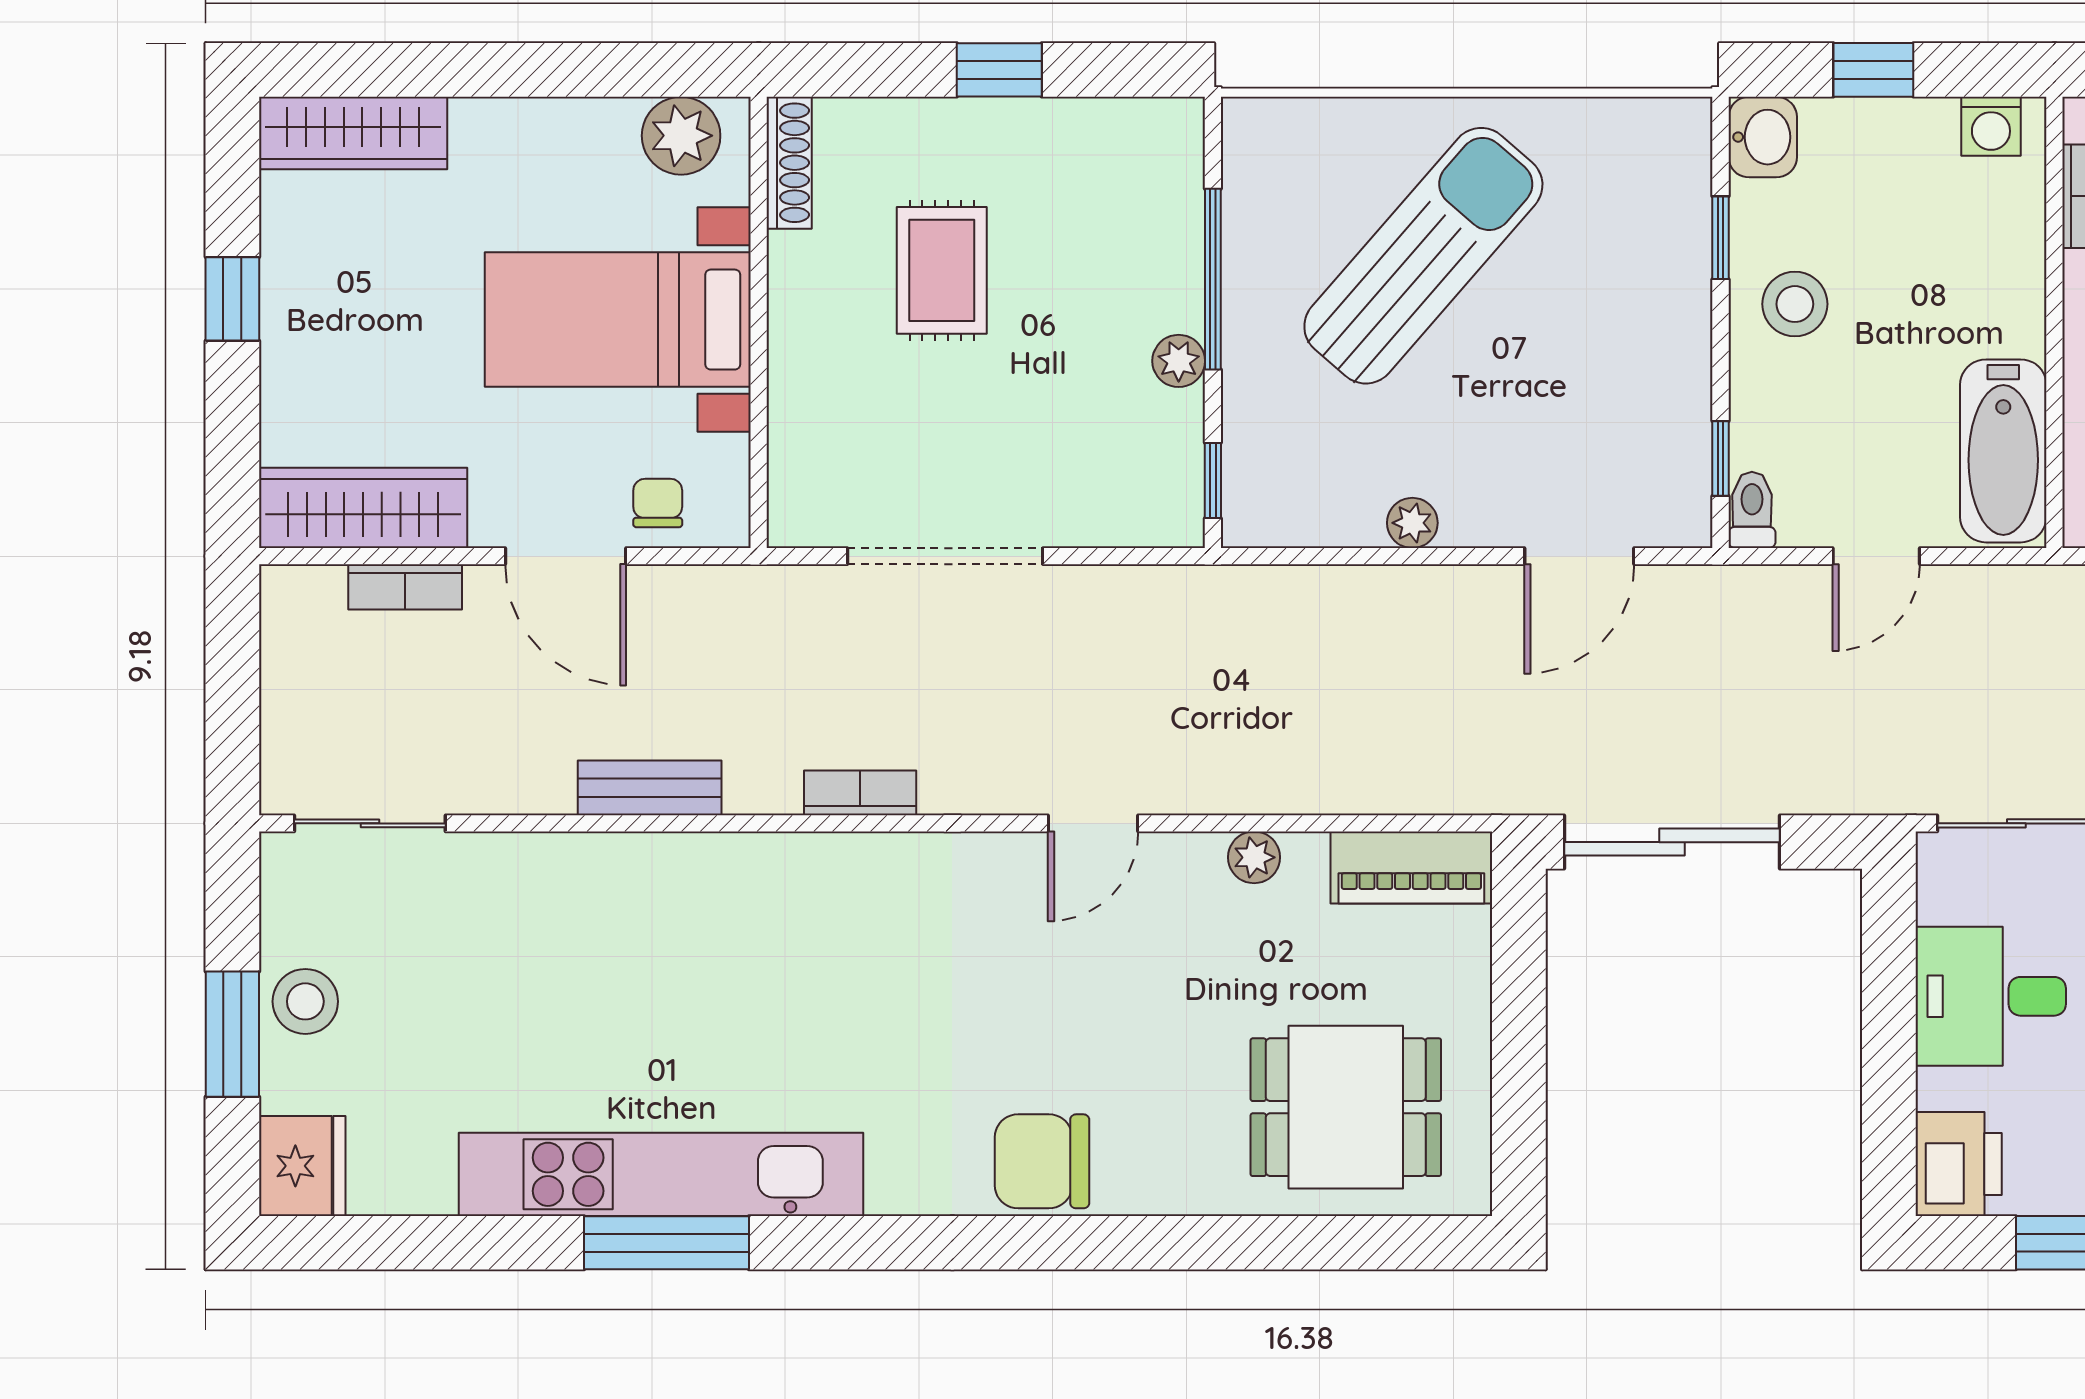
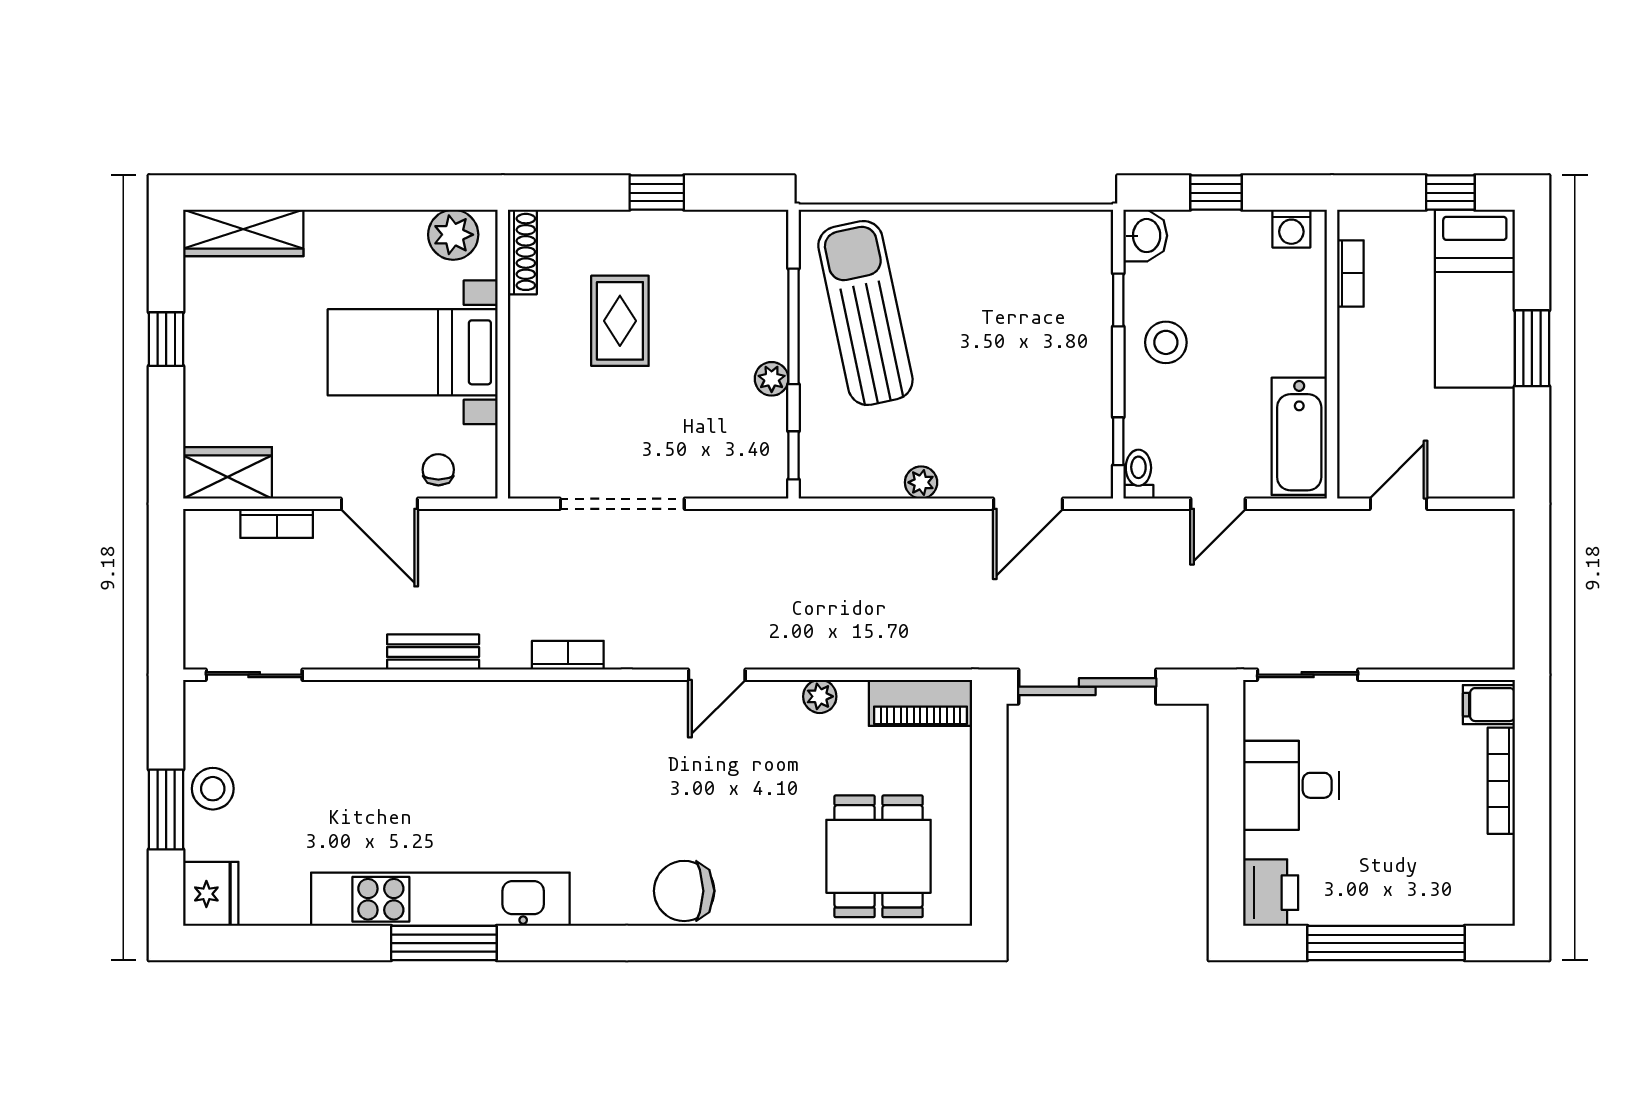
sun lounger: (1423, 256) -> (865, 313), moved, turned -53
wardrobe: (363, 508) -> (228, 473), width x0.67
dining table: (1346, 1107) -> (879, 856), turned 90

